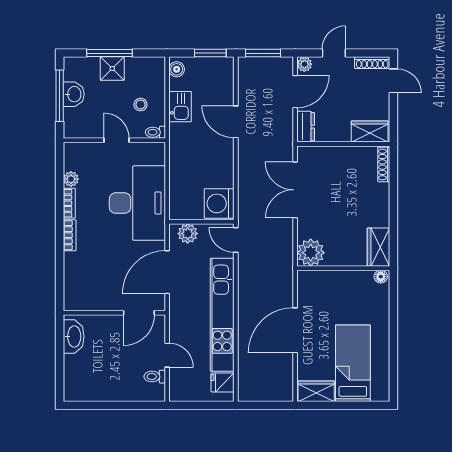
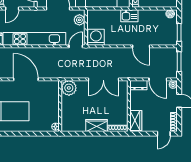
kitchen sink: (180, 107) -> (129, 16), moved
door: (236, 122) -> (141, 46), swing flipped
double door: (295, 190) -> (103, 79), swing flipped
wardrobe: (379, 247) -> (96, 125), moved

